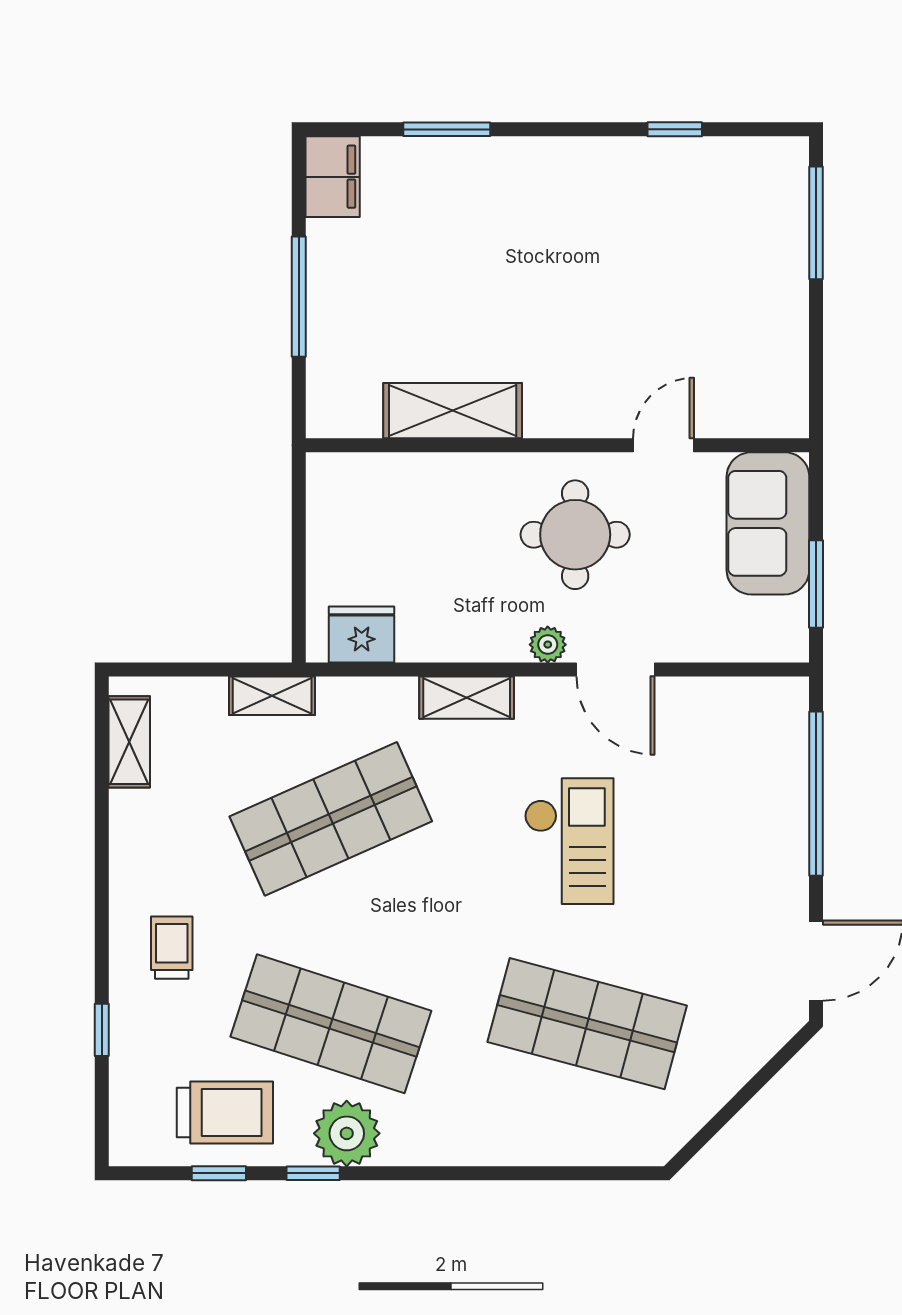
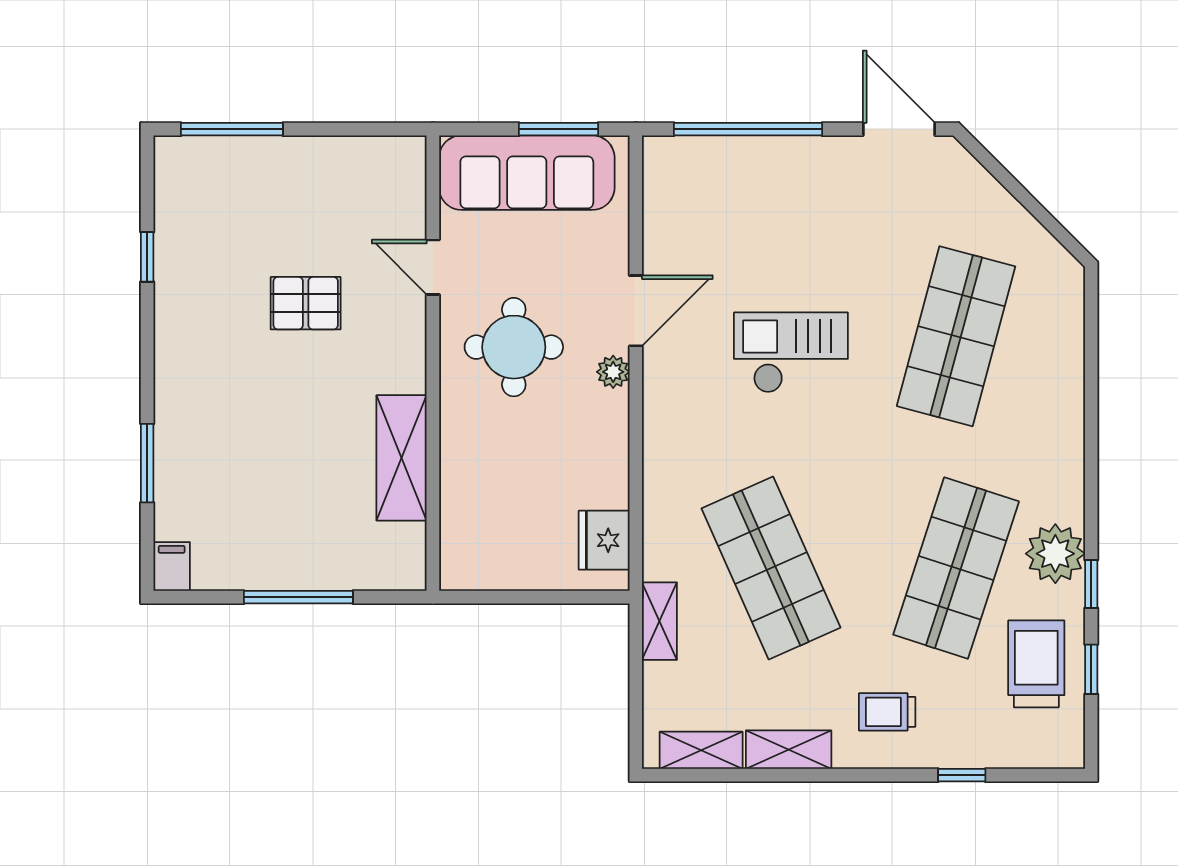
filing cabinet: (333, 177) -> (172, 566), width x0.50
pallet: (624, 305) -> (306, 303), added
sofa: (768, 523) -> (527, 173), width x1.36
shelving: (467, 698) -> (789, 750), moved, turned 90

